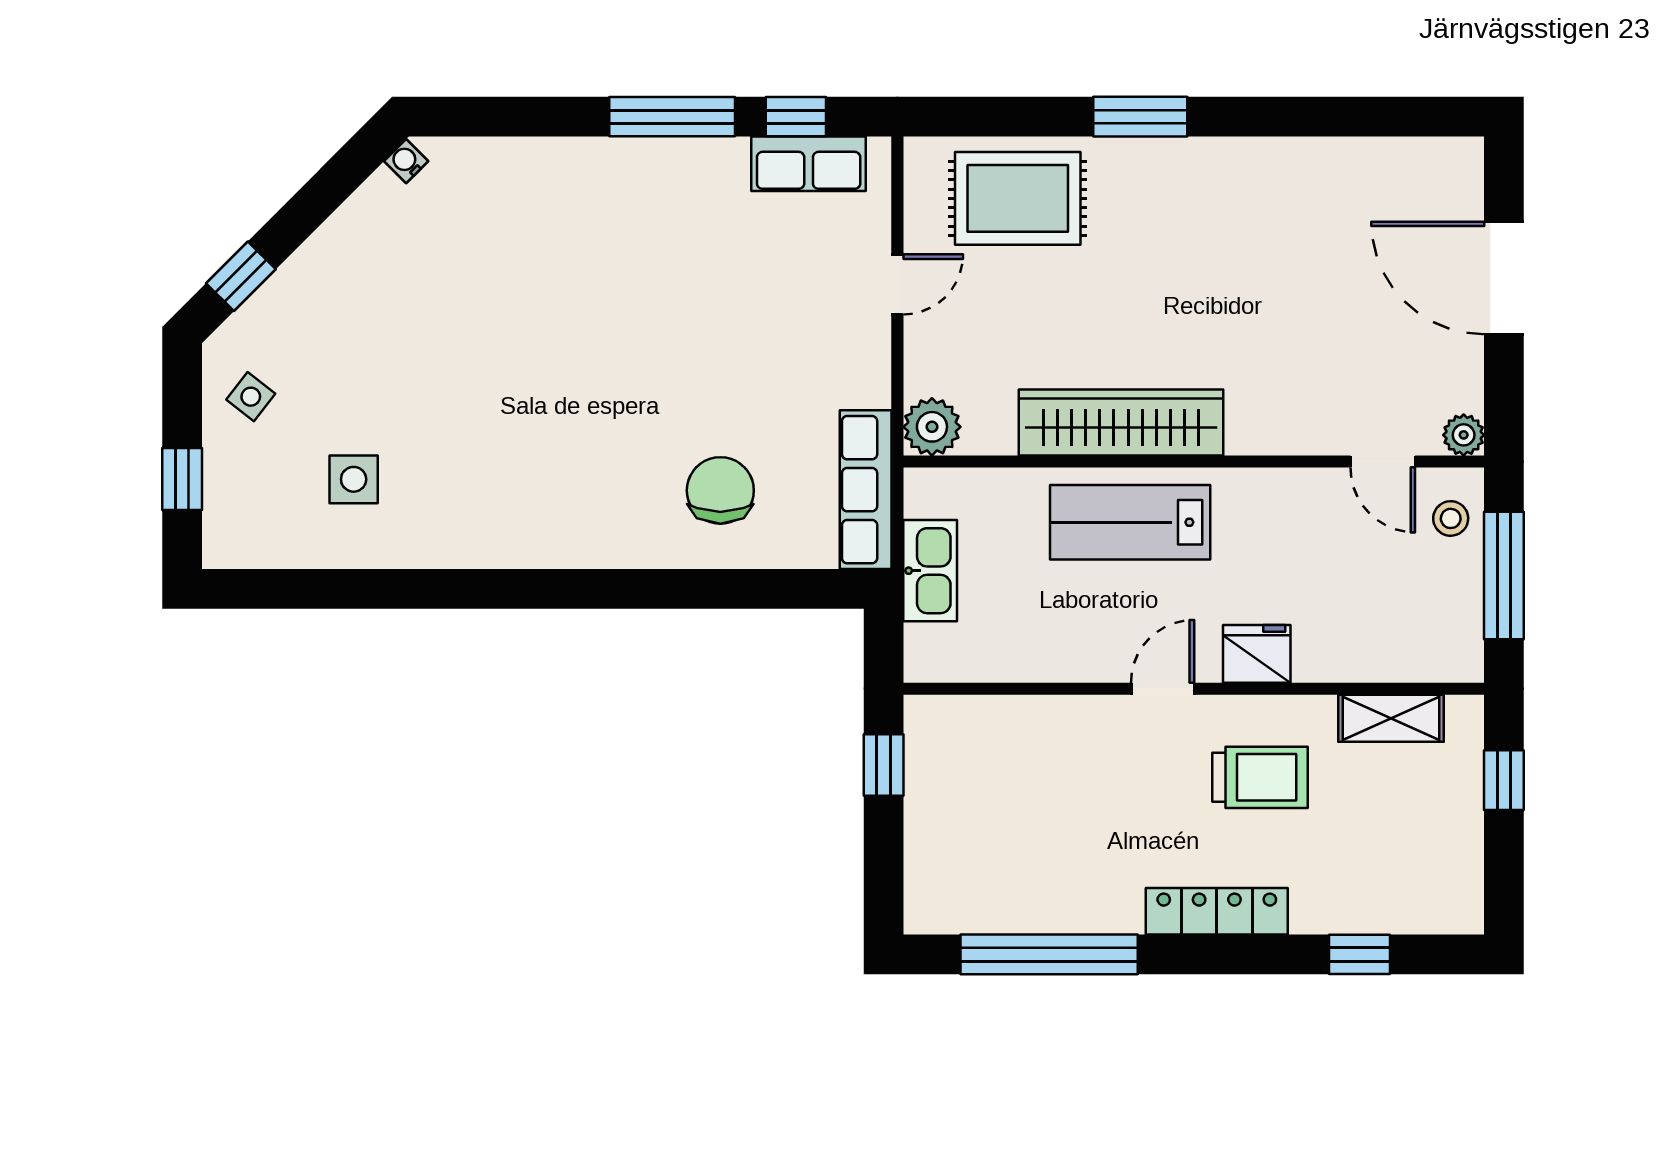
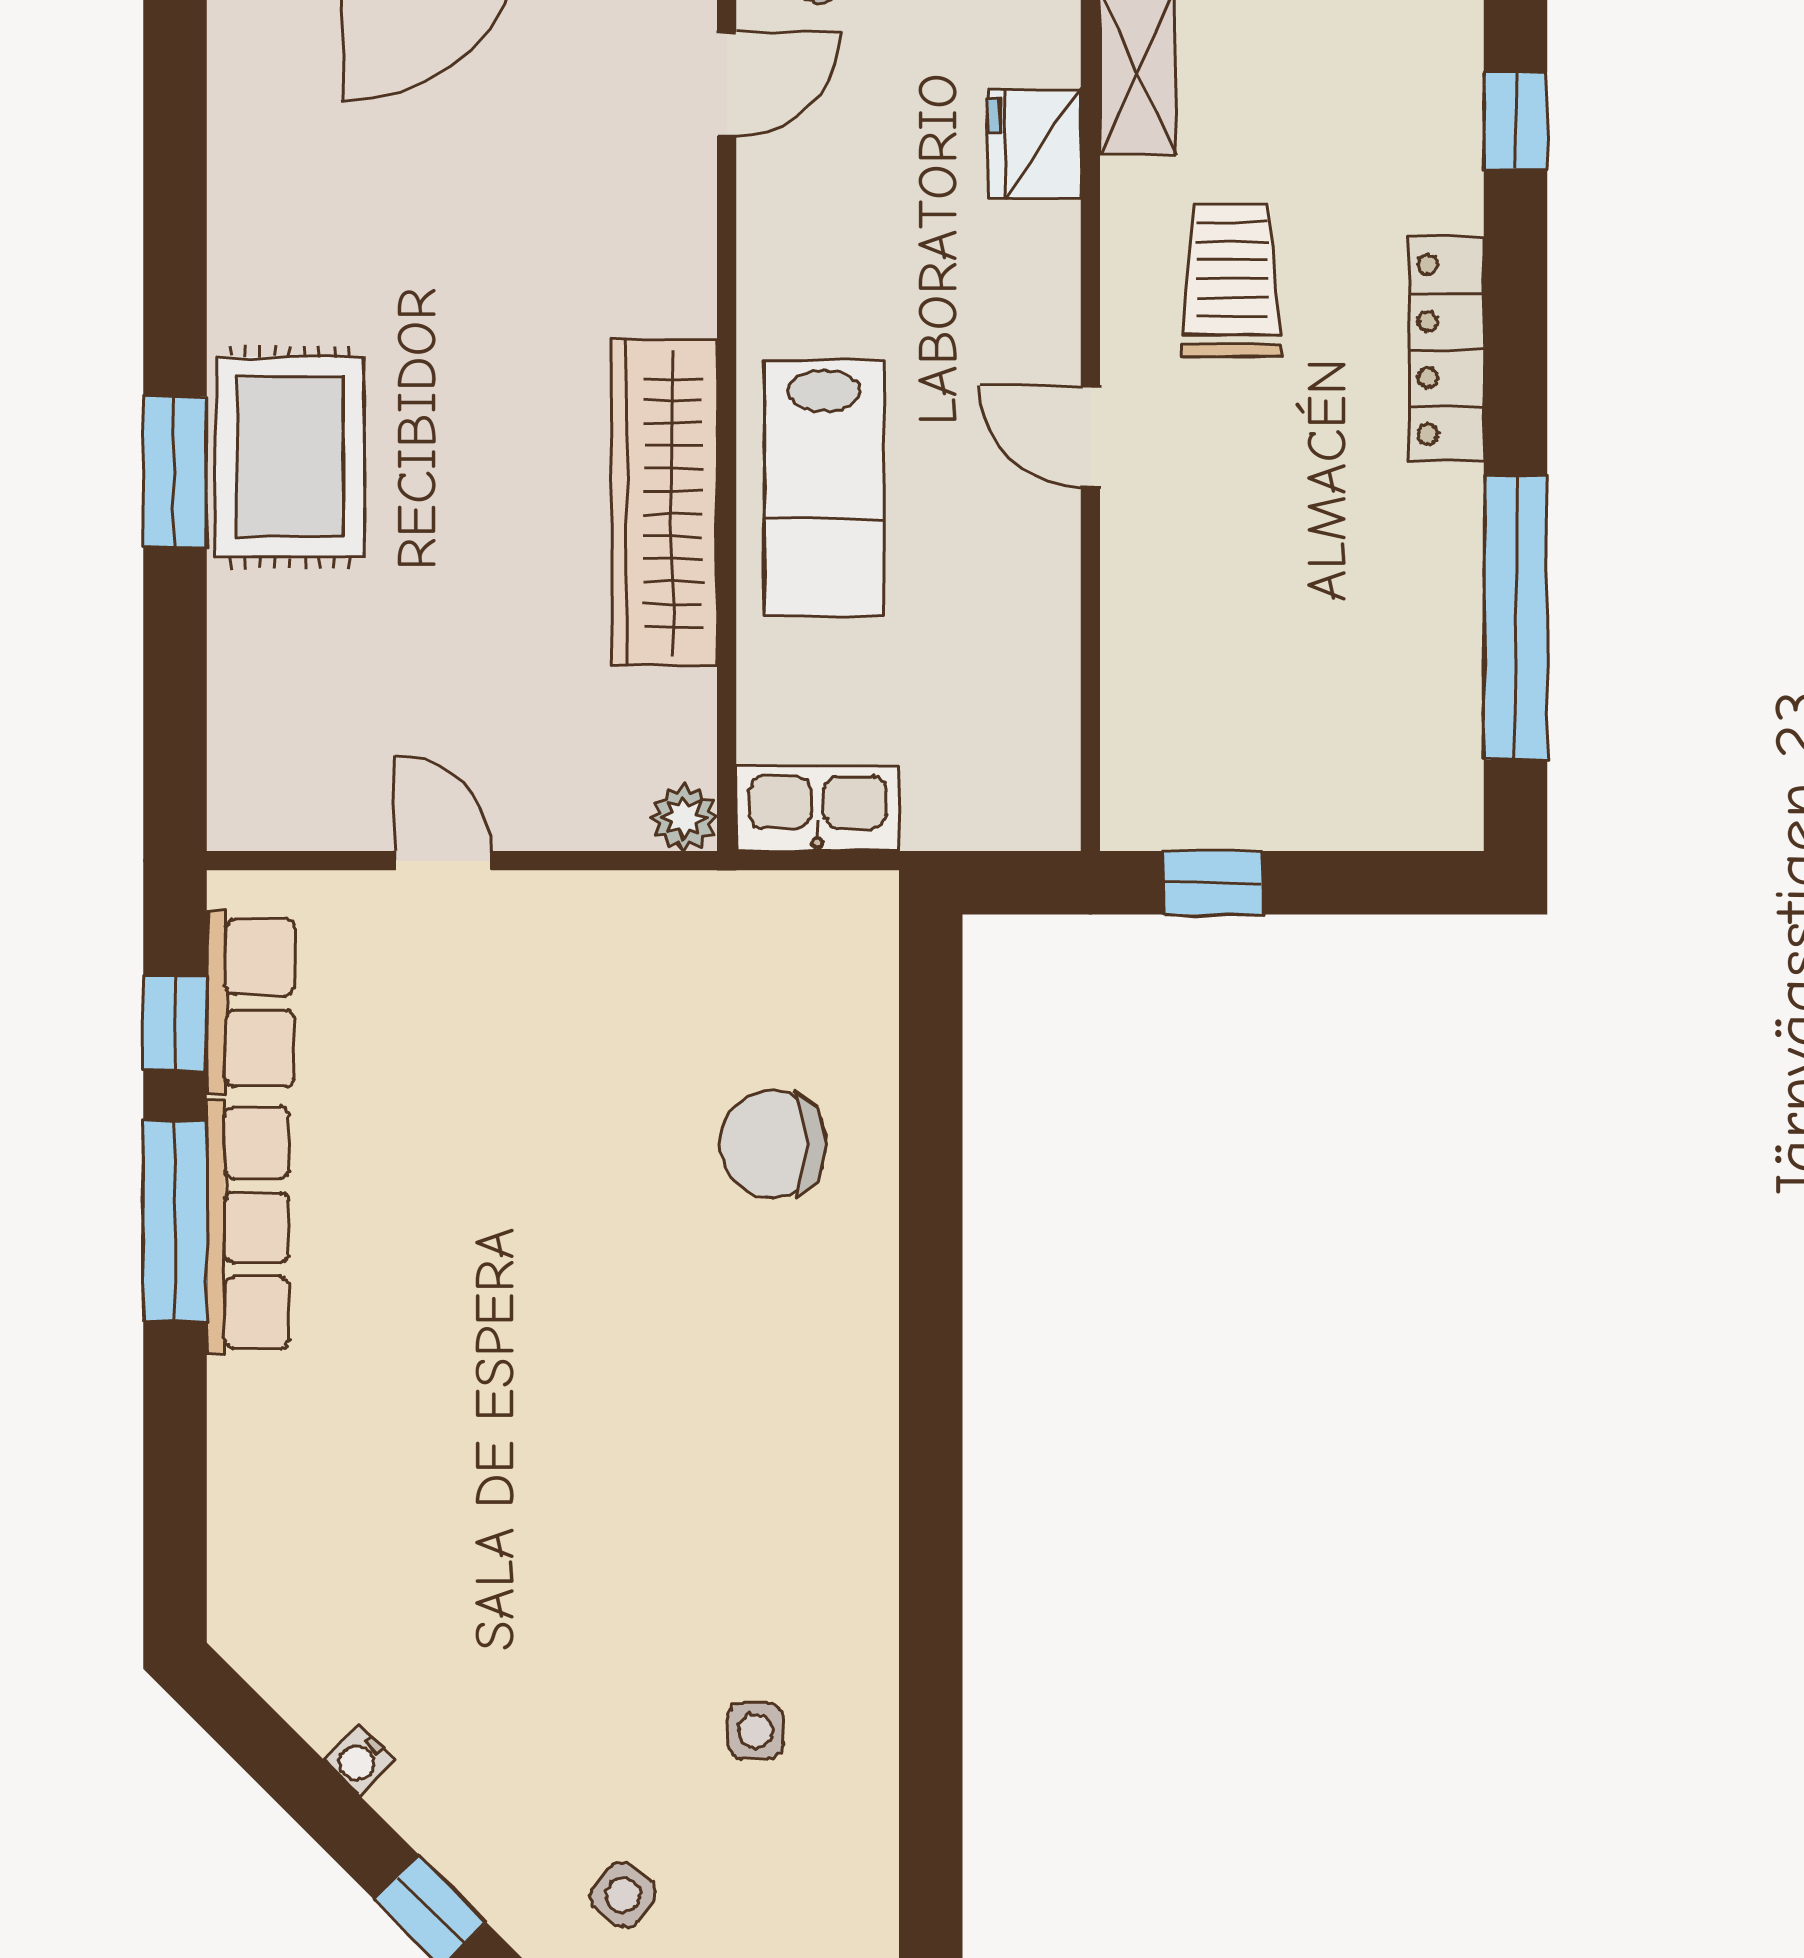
water cooler: (406, 161) -> (360, 1760), moved
rug: (1018, 198) -> (290, 457), moved
plant: (932, 427) -> (684, 818), width x0.73, depth x0.73
side table: (354, 479) -> (755, 1731), width x0.73, depth x0.73
row of seats: (866, 490) -> (248, 1228), moved, turned -90
kitchen sink: (930, 571) -> (817, 808), moved
fridge: (1257, 654) -> (1035, 144), moved

